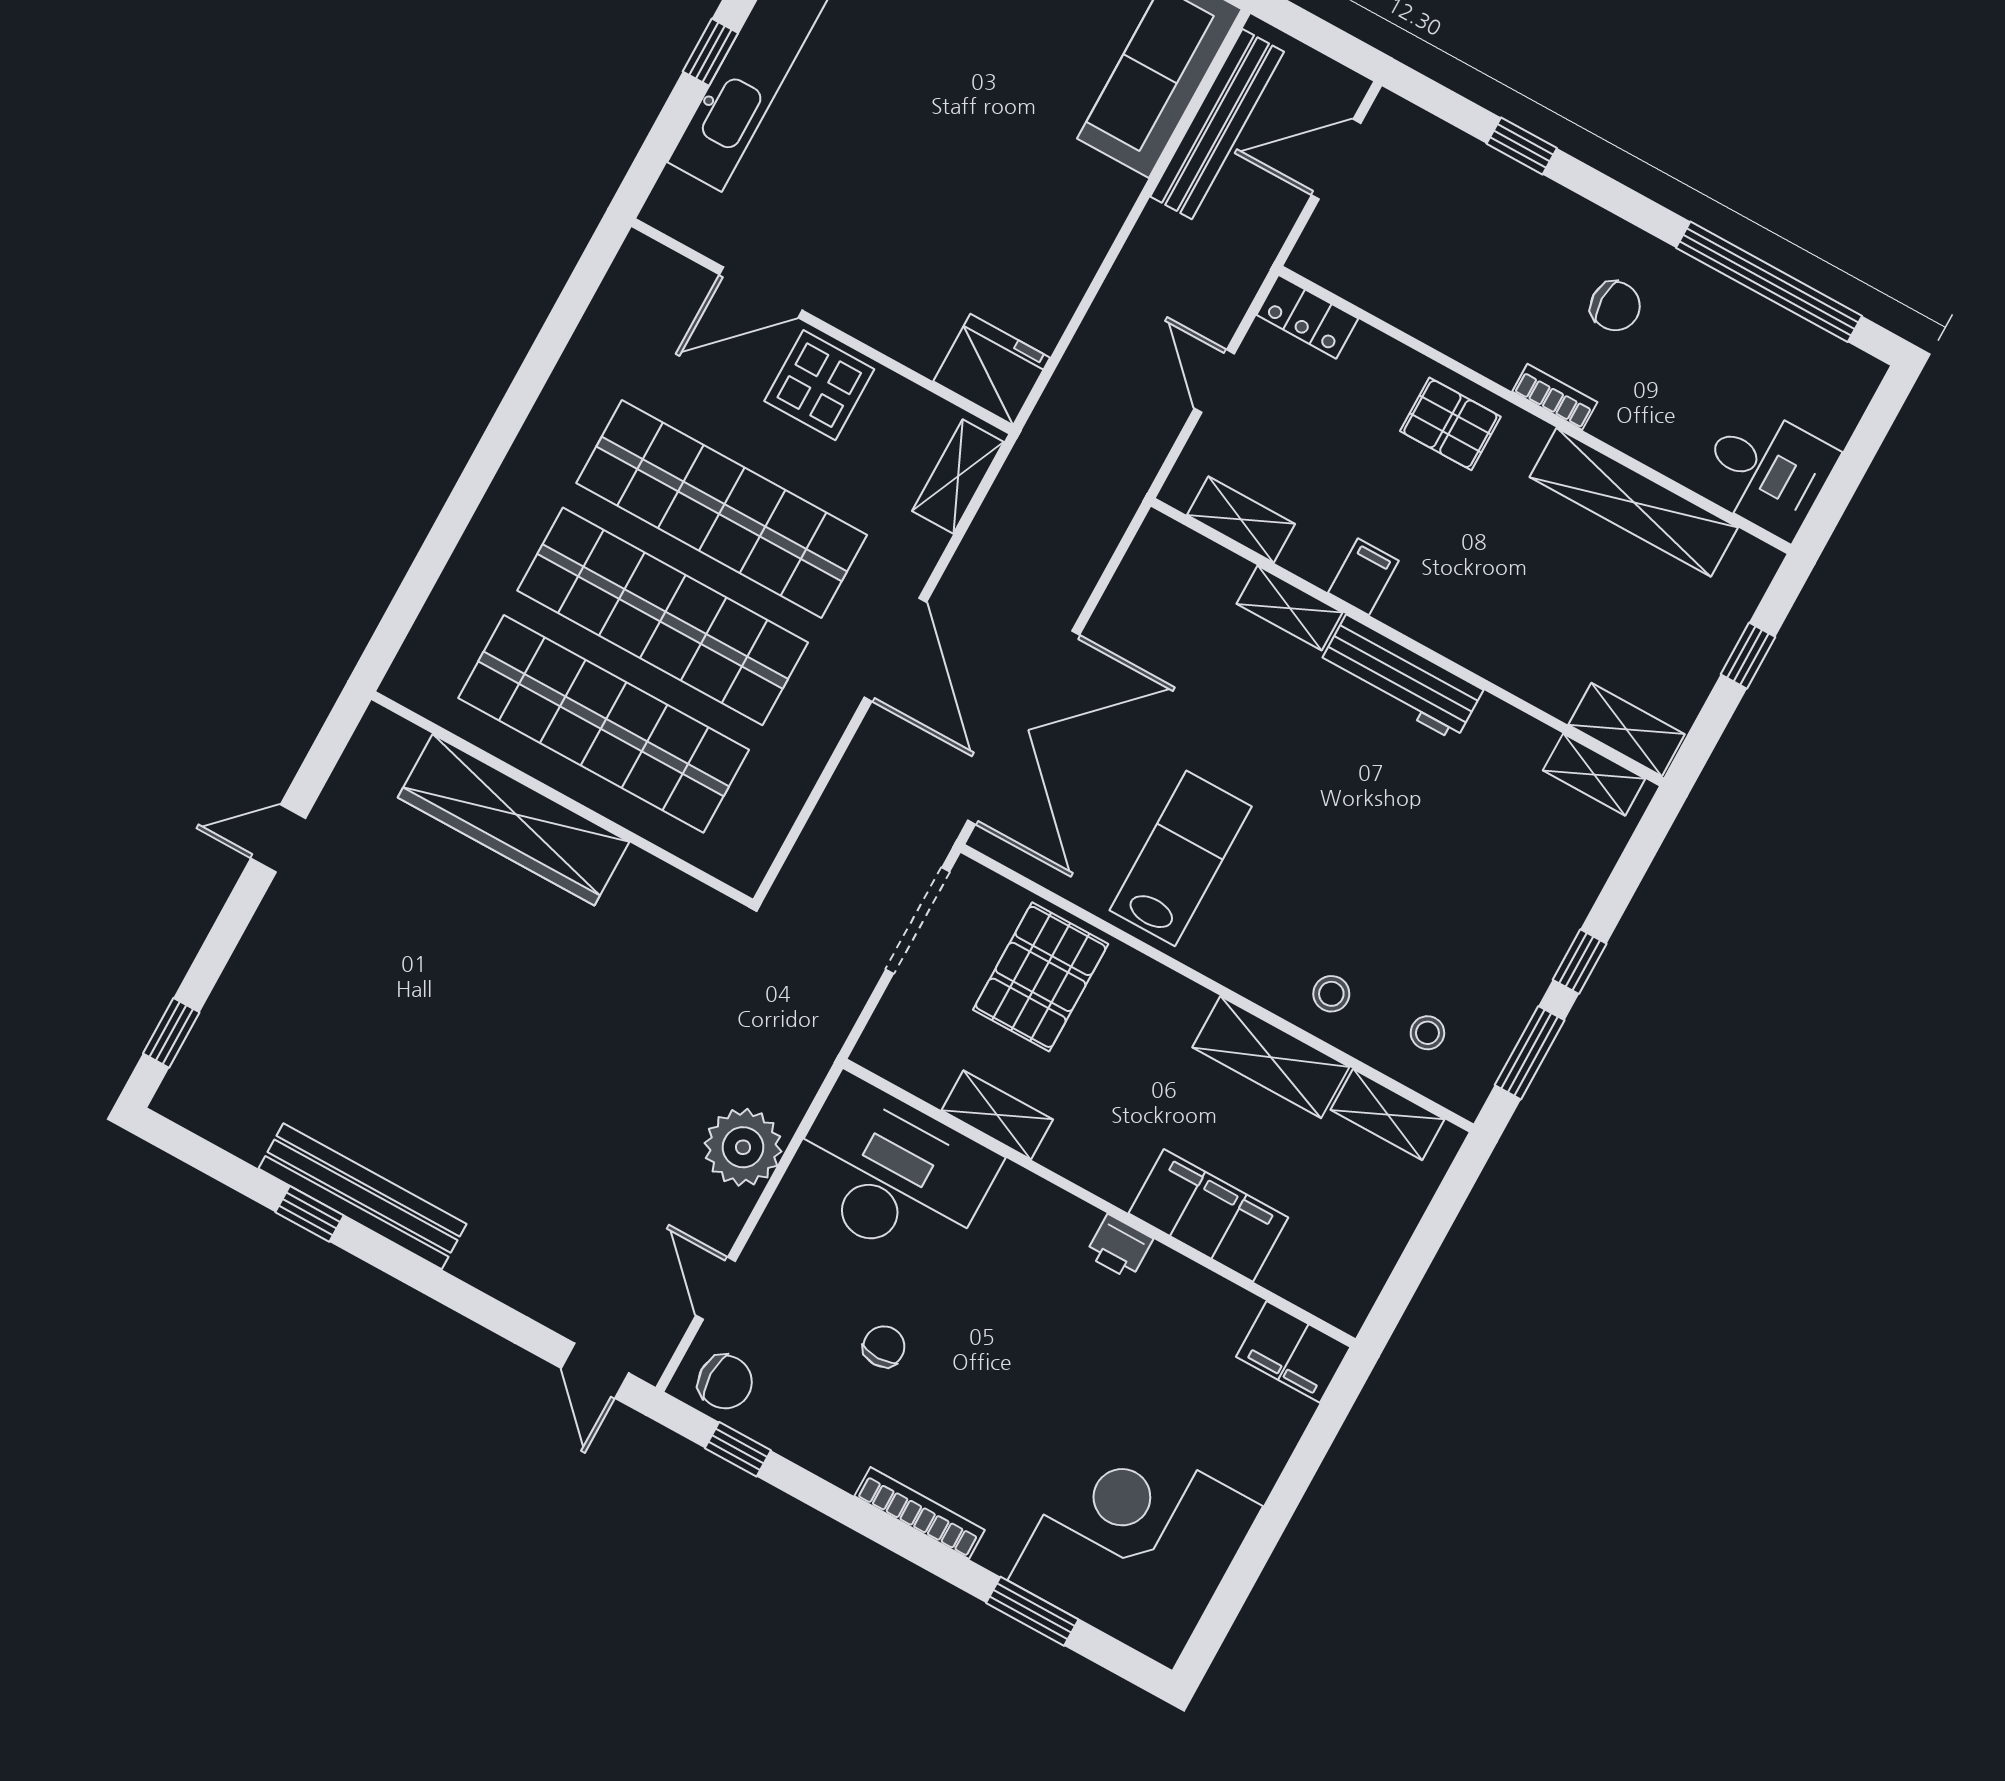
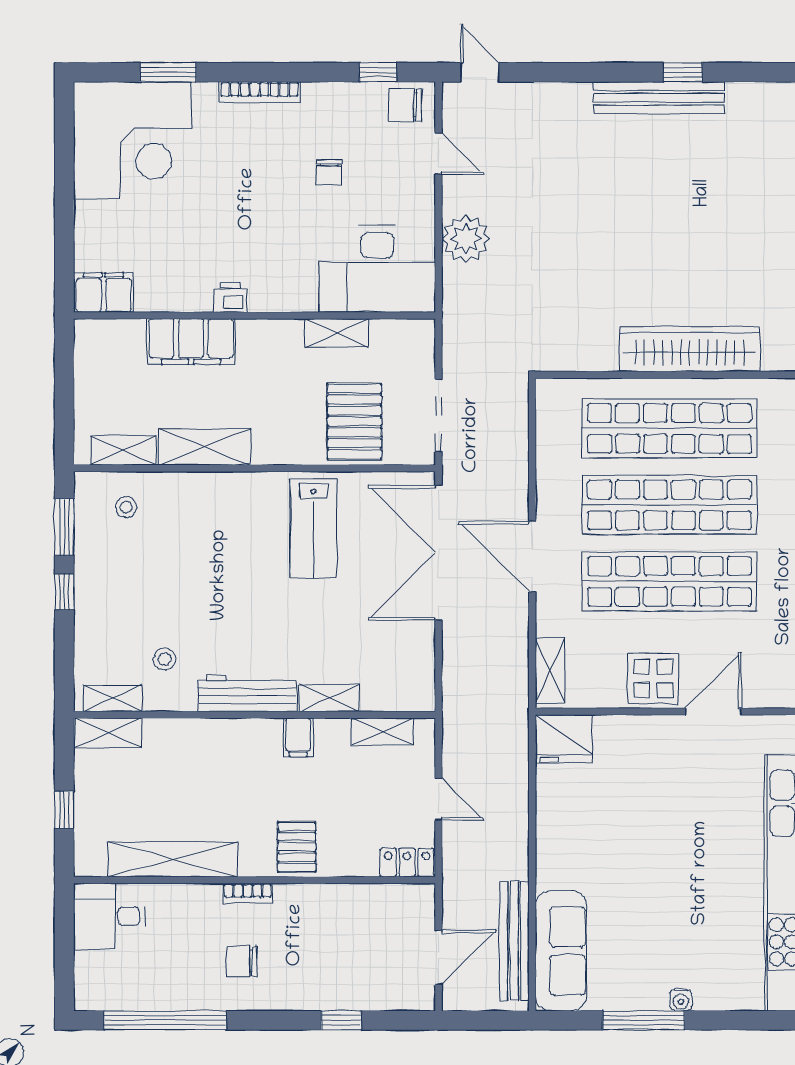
pallet: (1450, 424) -> (297, 847), turned 90
stool: (1331, 994) -> (164, 659), moved

